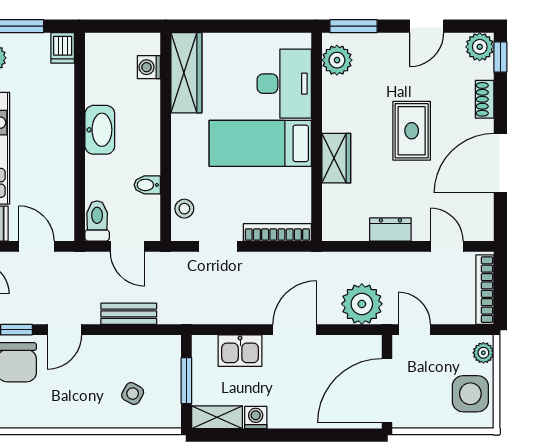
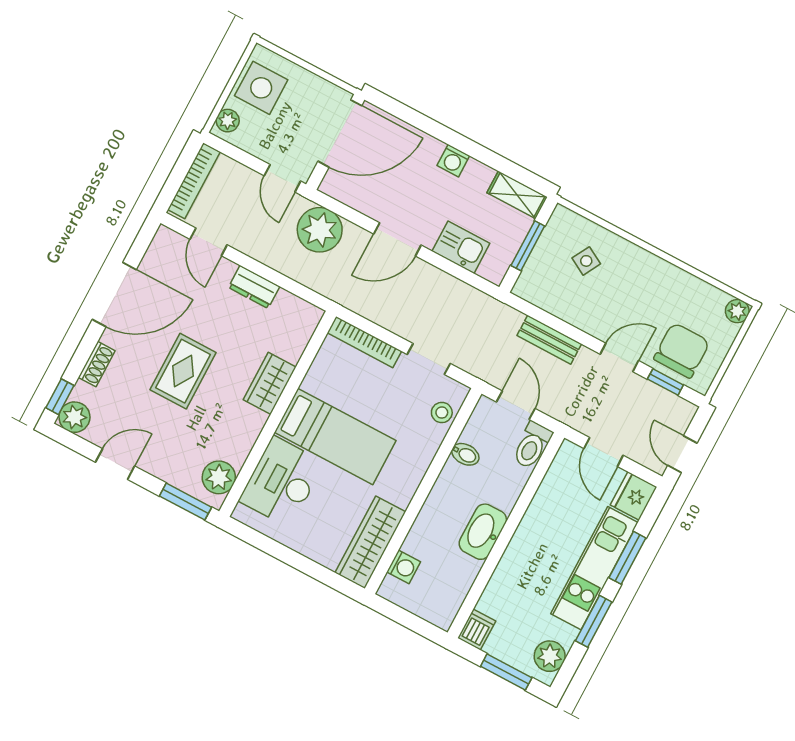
washing machine: (256, 418) -> (453, 161), moved

